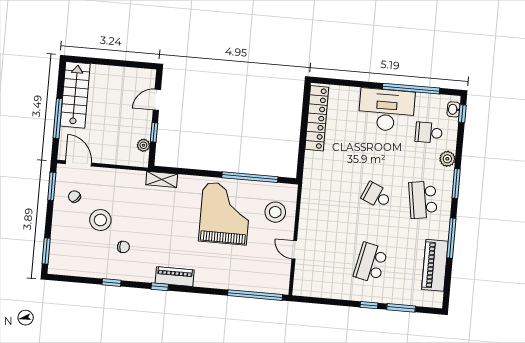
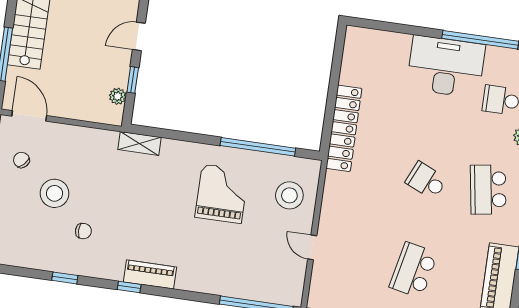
locker: (317, 118) -> (344, 128), moved
grand piano: (225, 214) -> (222, 194), width x0.73, depth x0.68

